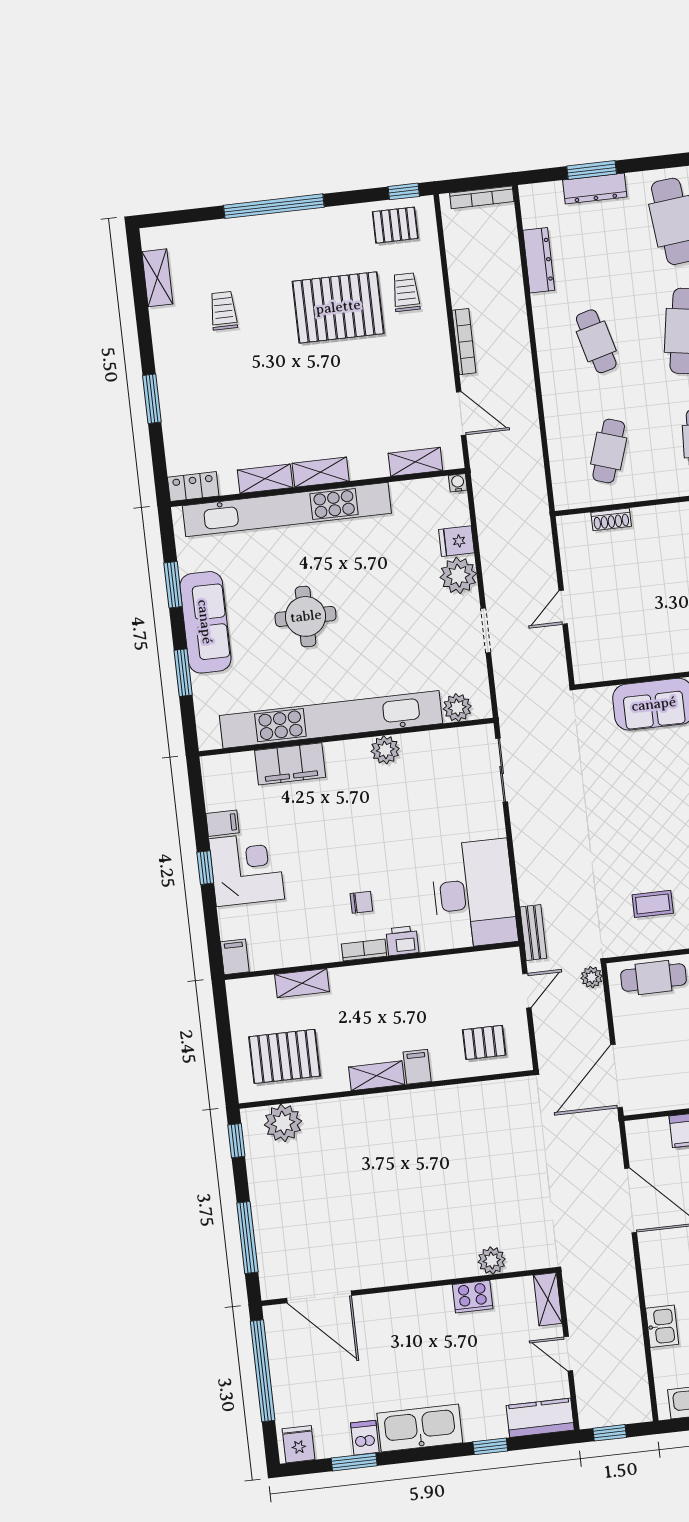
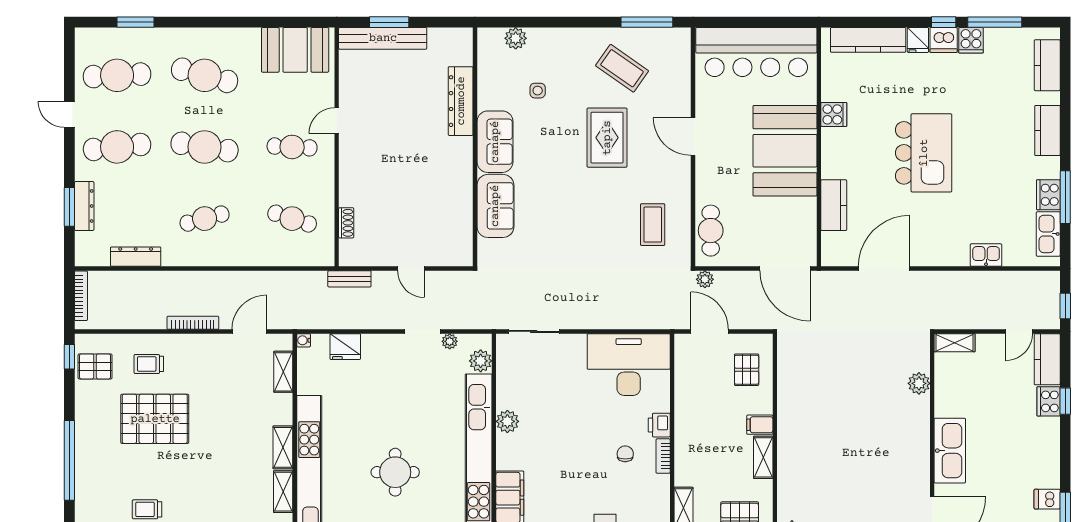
pallet: (395, 225) -> (95, 366), turned 90
pallet: (338, 307) -> (155, 419), turned 90
fridge: (456, 541) -> (345, 347), width x1.38
plant: (458, 576) -> (450, 341), moved, width x0.53, depth x0.53
coffee table: (653, 904) -> (653, 225), width x1.36, depth x1.30
bench: (533, 933) -> (349, 279), moved
door: (527, 991) -> (710, 331), width x1.38
cooker: (473, 1297) -> (1049, 401), moved, turned 180
door: (568, 1354) -> (1019, 331), moved
kitchen sink: (420, 1428) -> (950, 451), moved, turned 180

